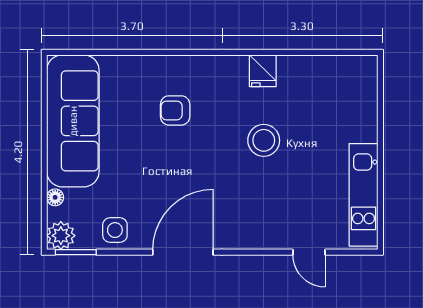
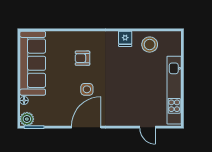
stool: (264, 140) -> (150, 45), moved
kitchen unit: (364, 195) -> (174, 90), width x1.36
side table: (115, 230) -> (87, 89), moved

